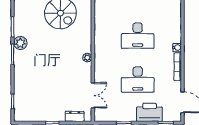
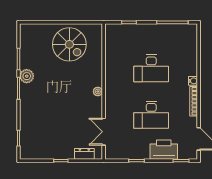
double door: (93, 95) -> (104, 132), swing flipped

